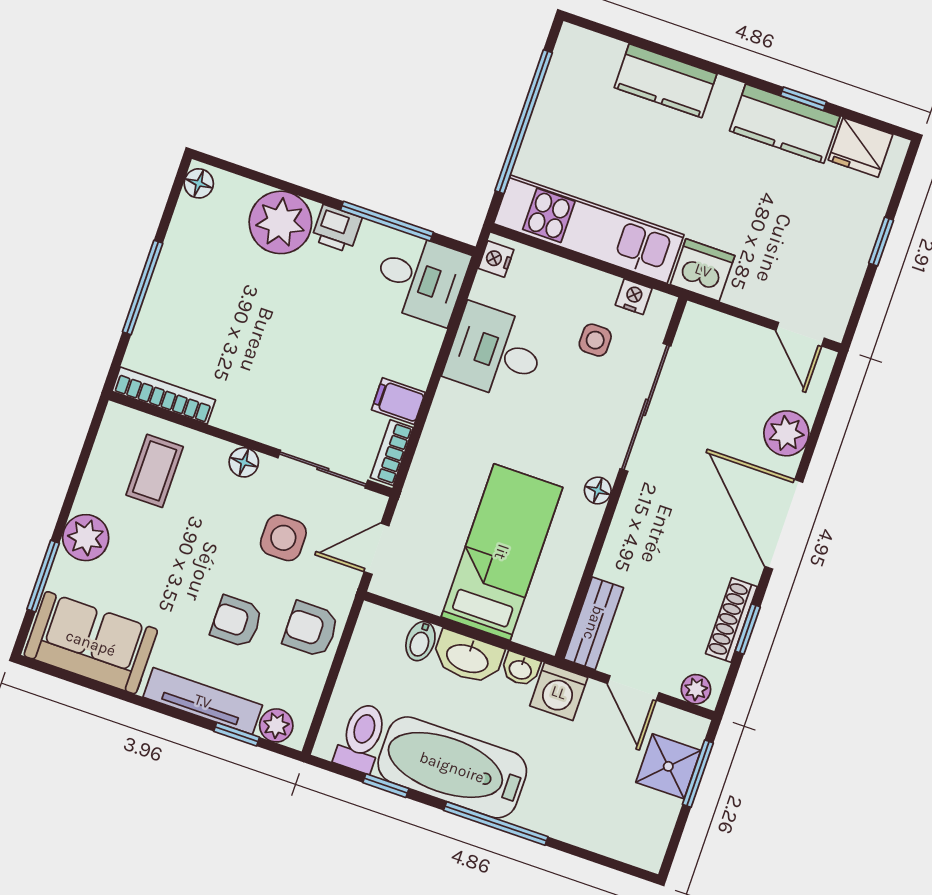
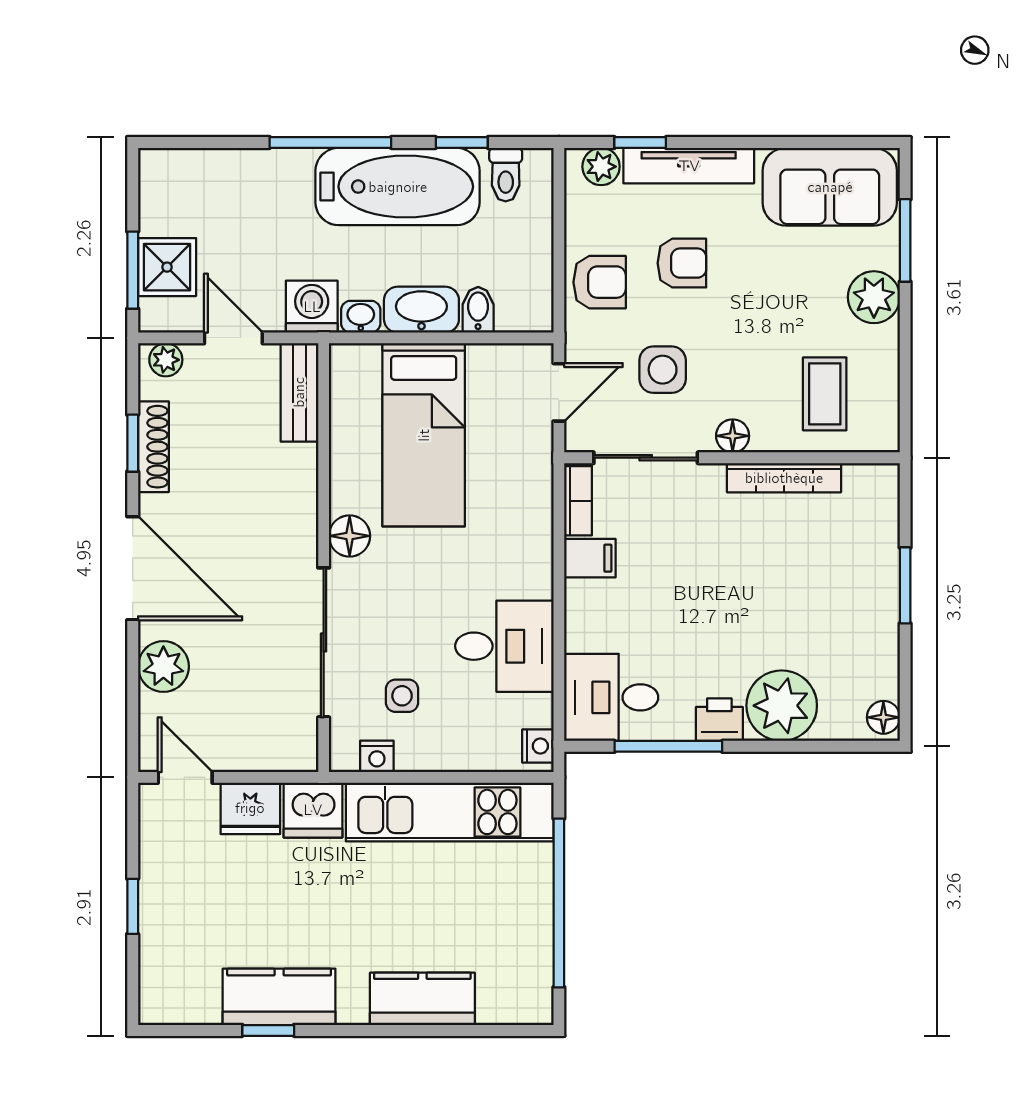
fridge: (861, 147) -> (250, 808), moved, turned 180
window: (143, 287) -> (905, 585), width x0.69
bookcase: (164, 396) -> (784, 478), moved
floor lamp: (598, 490) -> (350, 536), width x1.37, depth x1.37
toilet: (361, 738) -> (506, 175), width x0.73, depth x0.72

